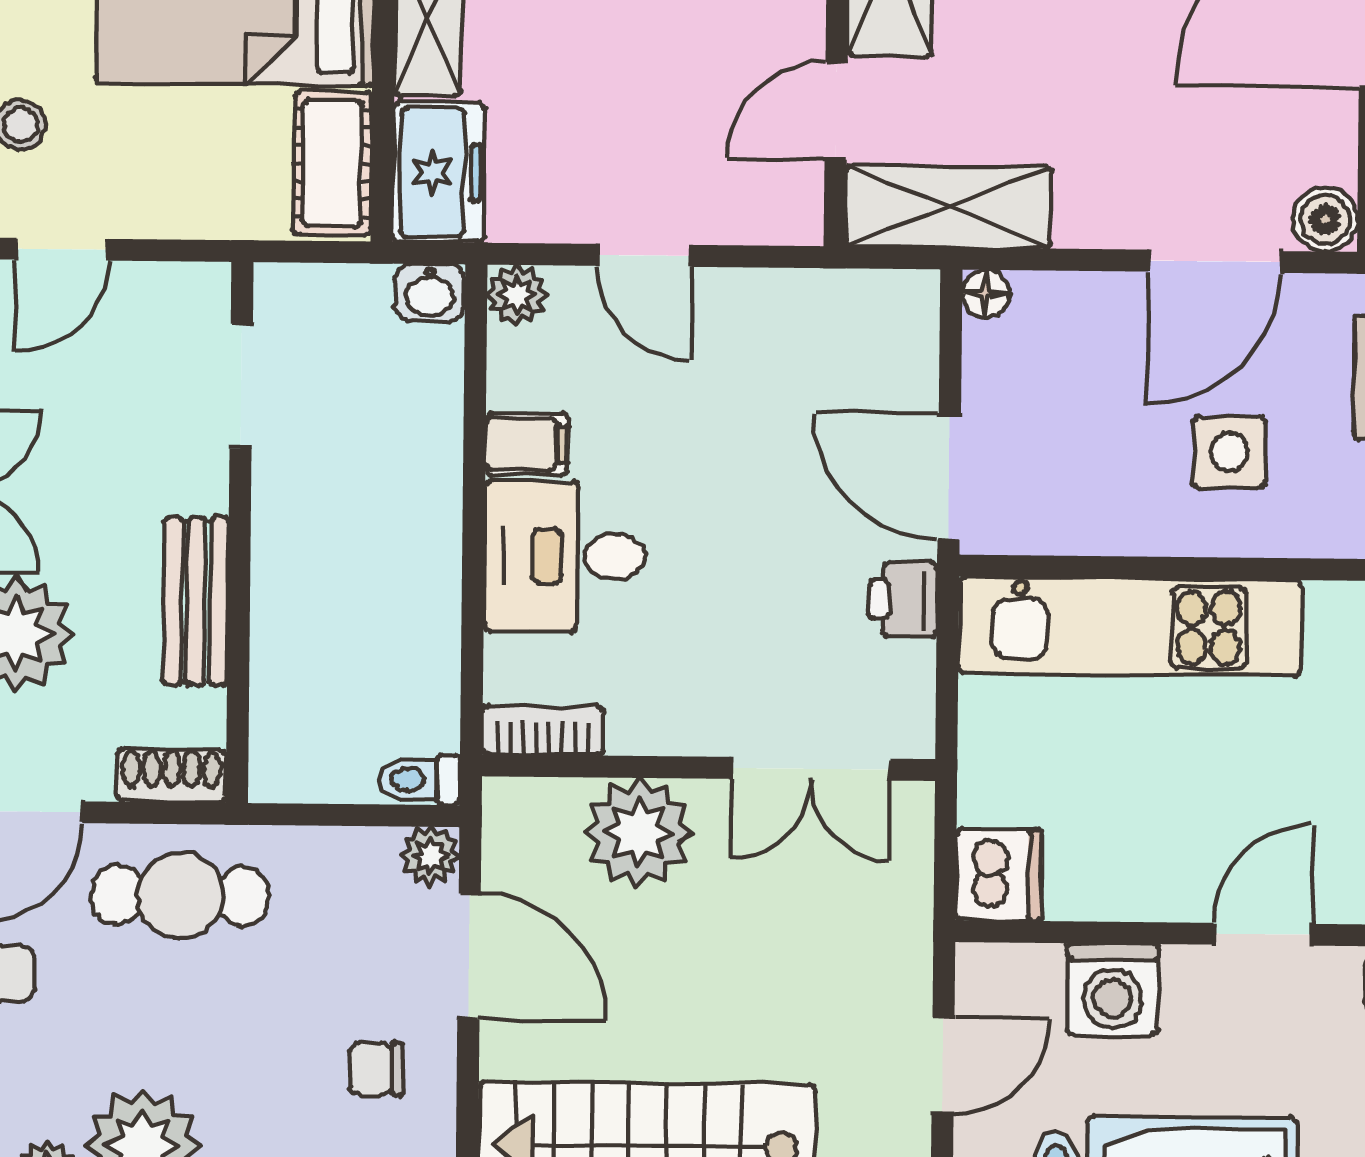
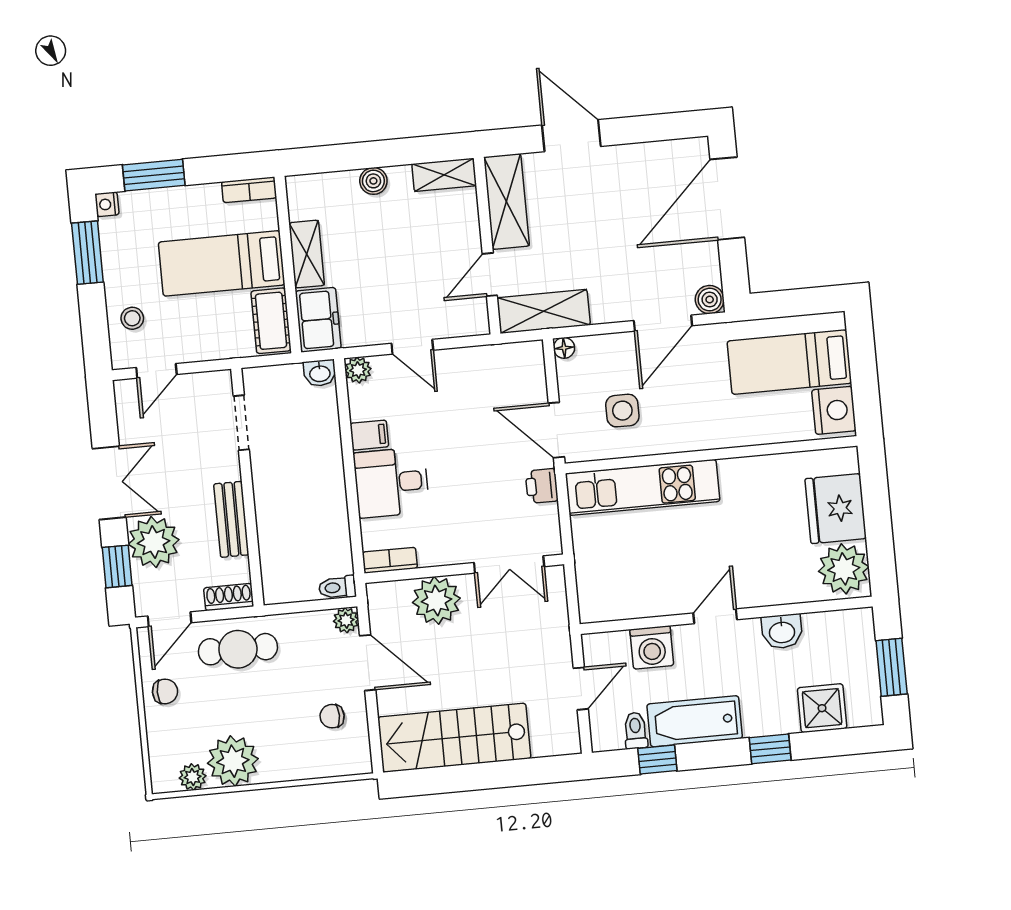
side table: (1229, 452) -> (622, 411), moved
dishwasher: (999, 875) -> (597, 602), removed

